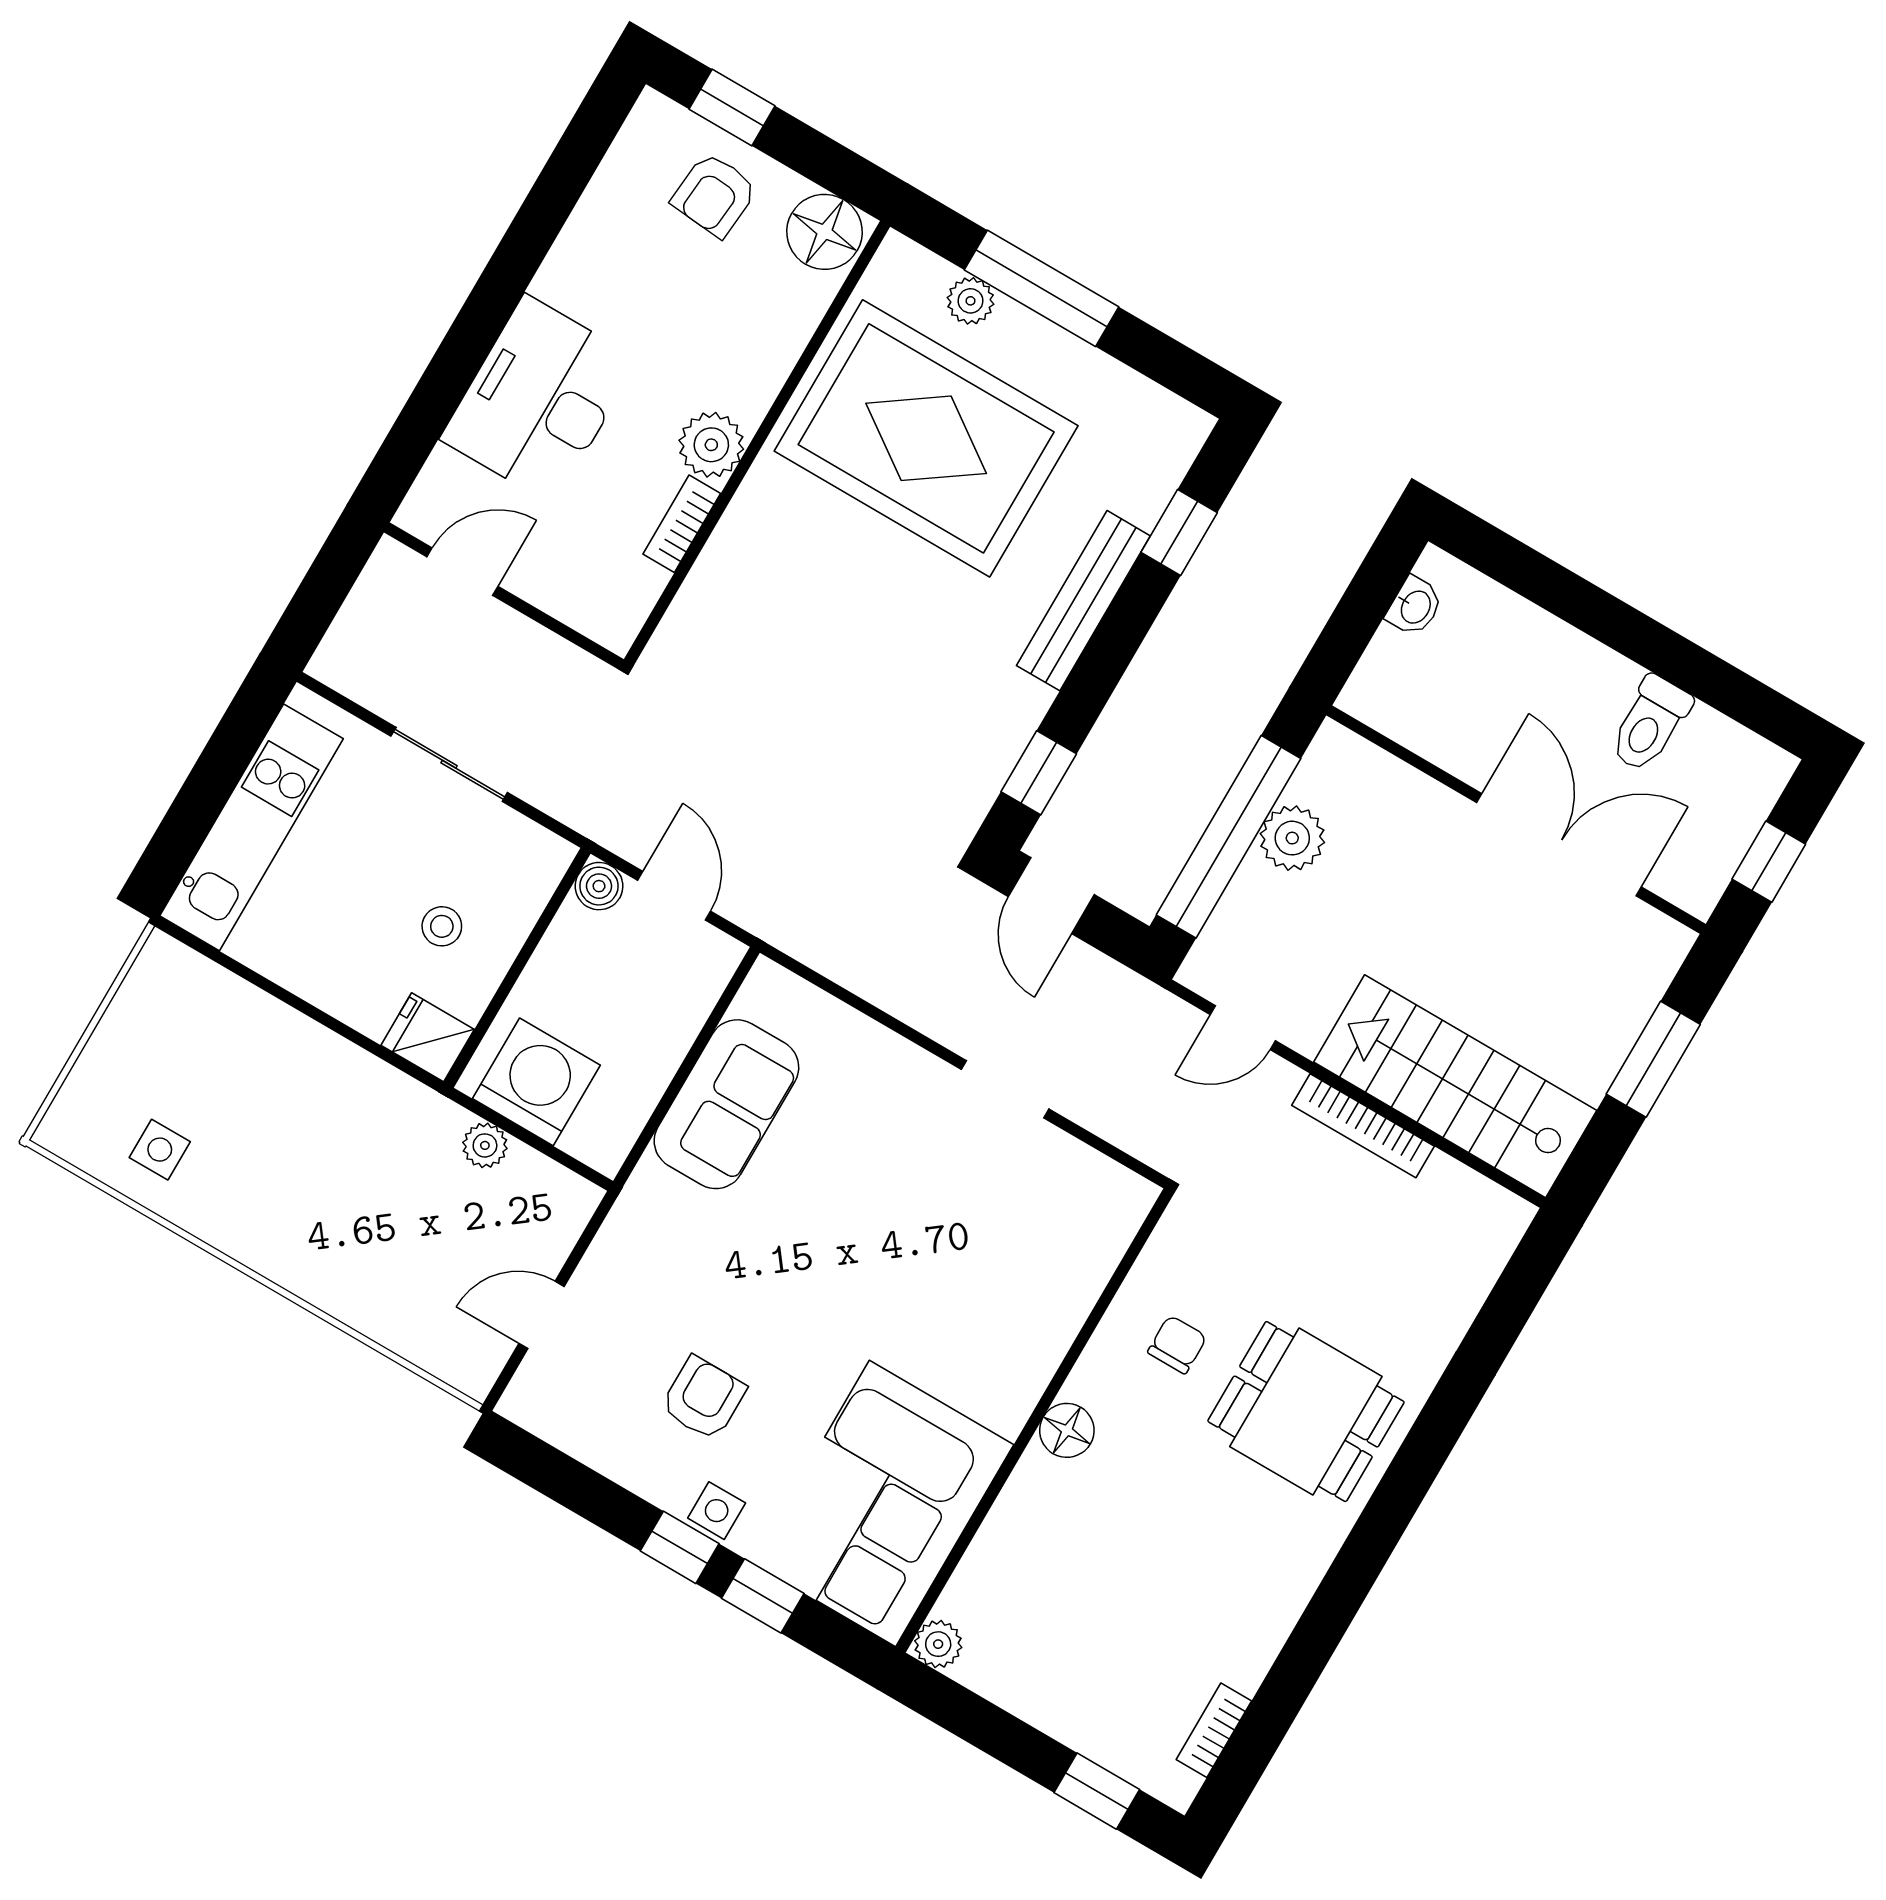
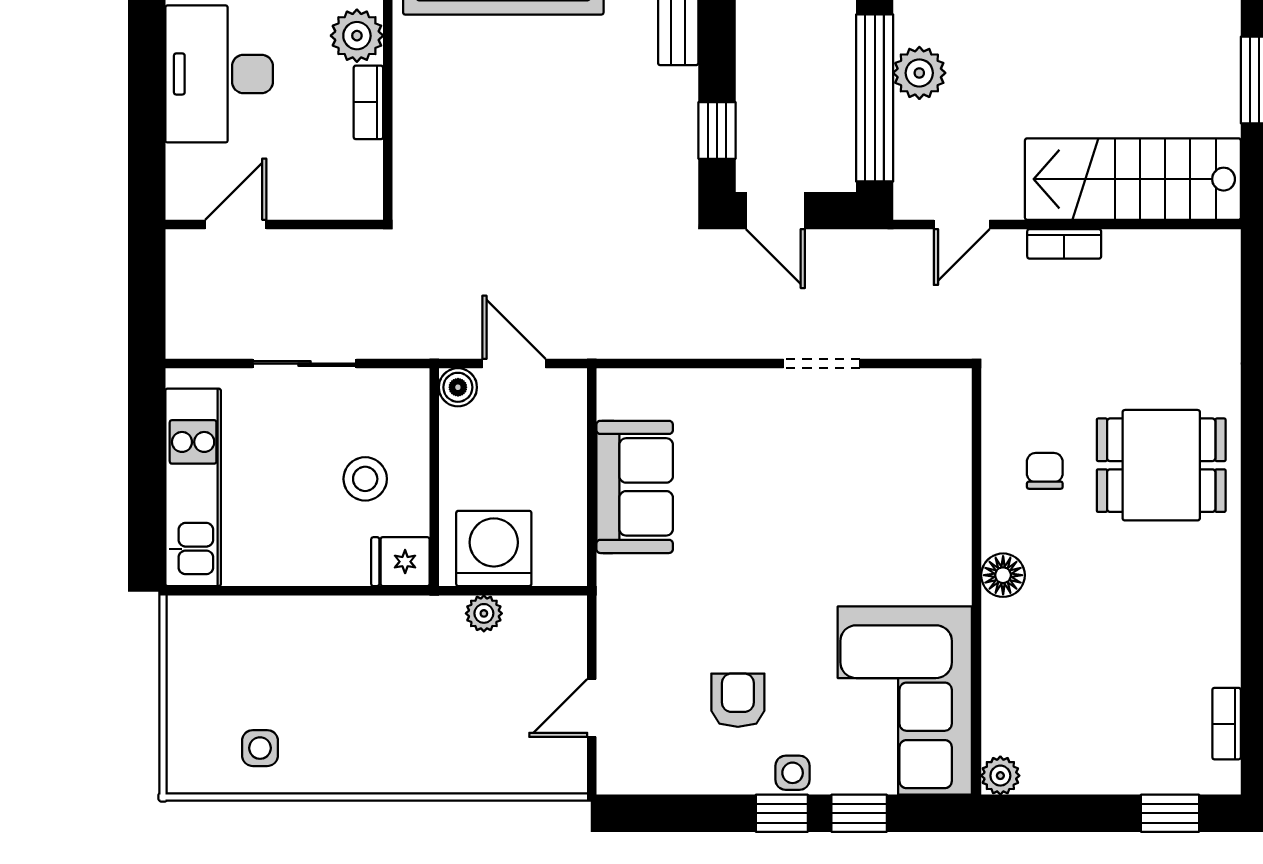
stool: (442, 926) -> (365, 479), width x1.37, depth x1.37
bookcase: (1363, 1126) -> (1064, 244), width x0.64

